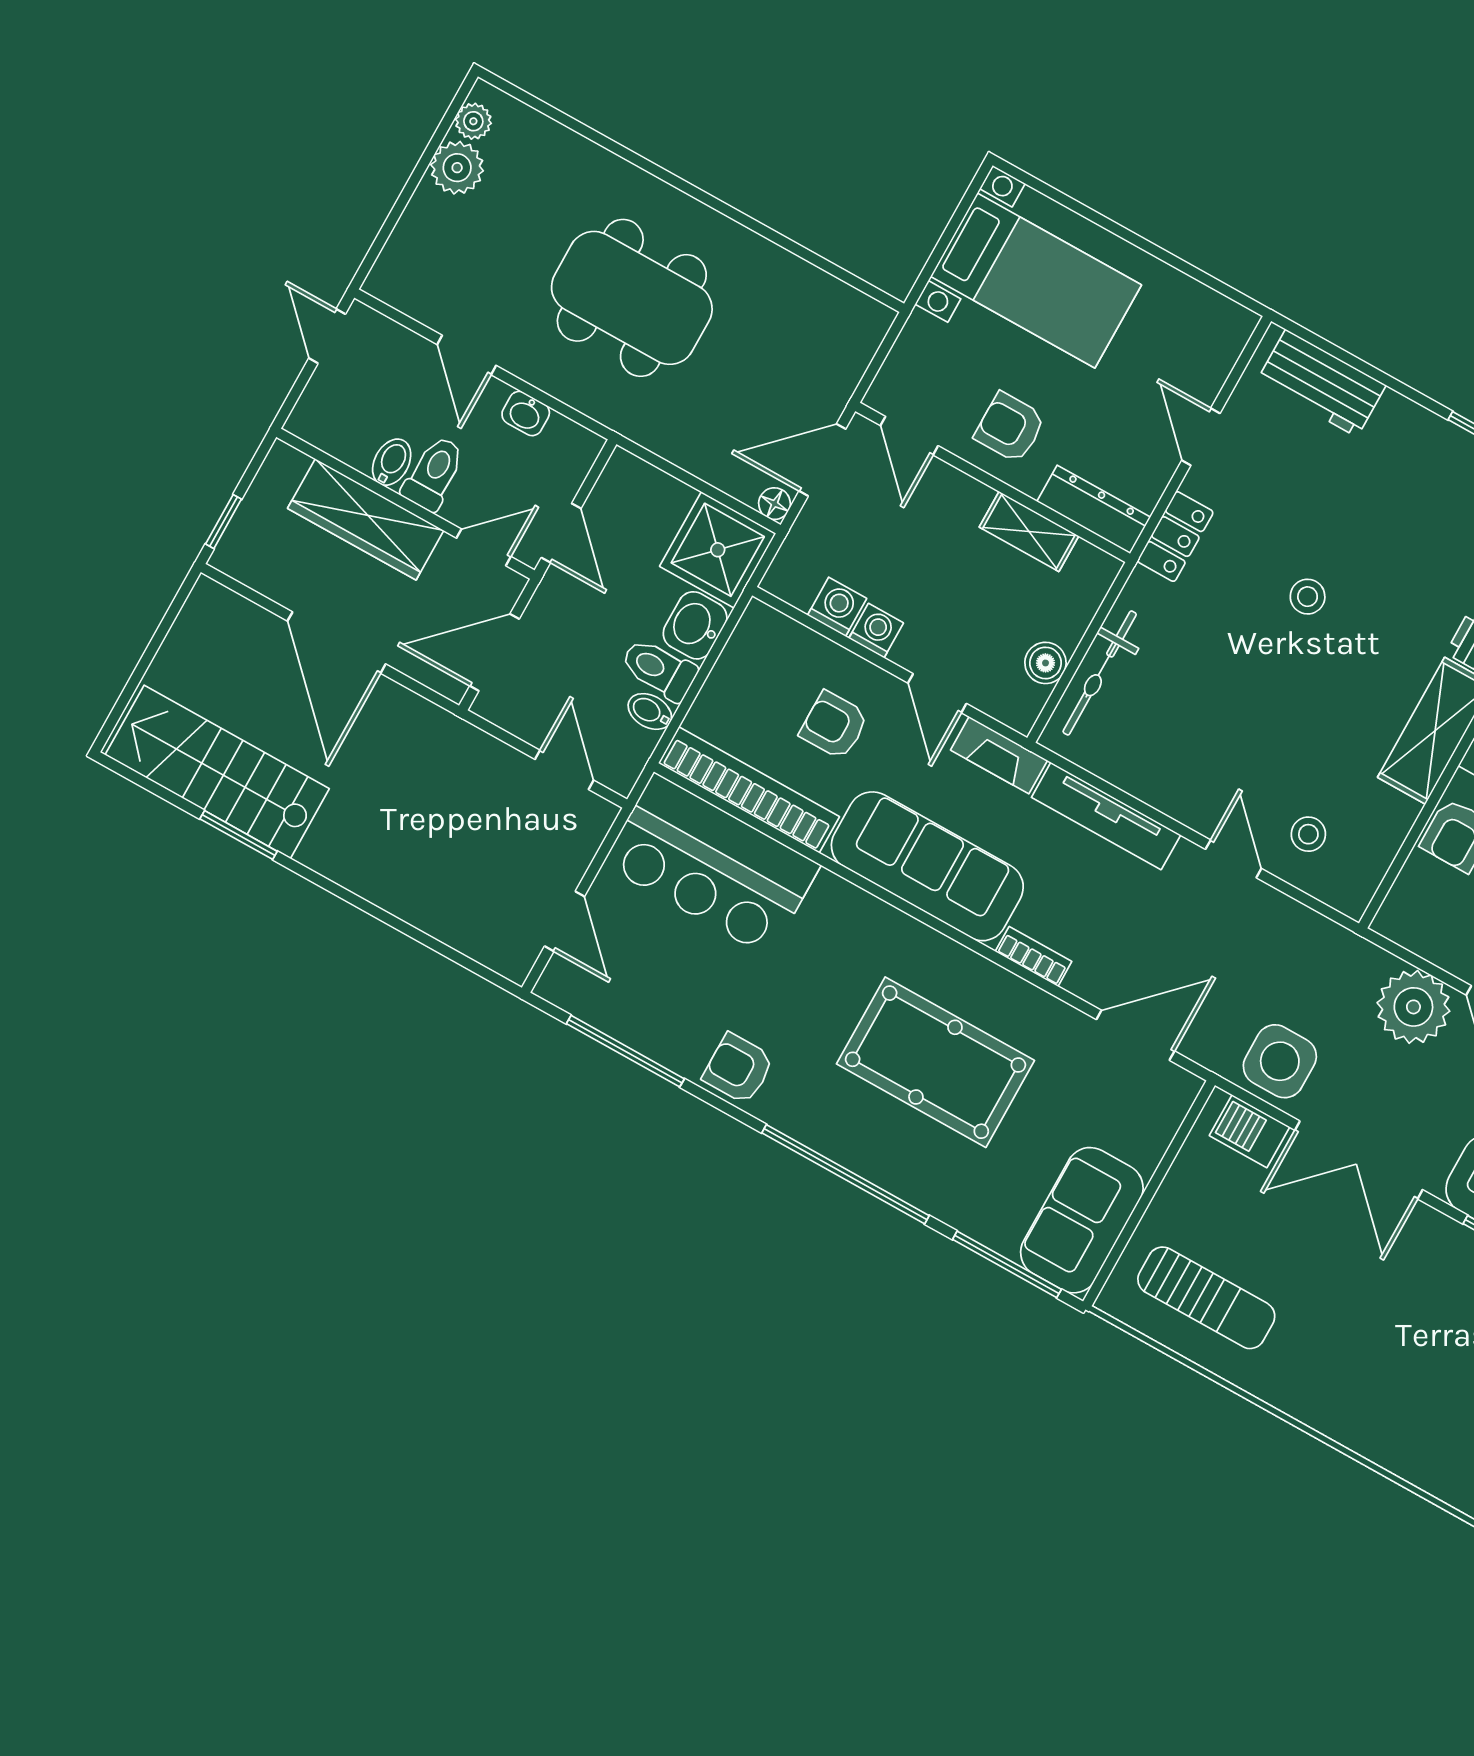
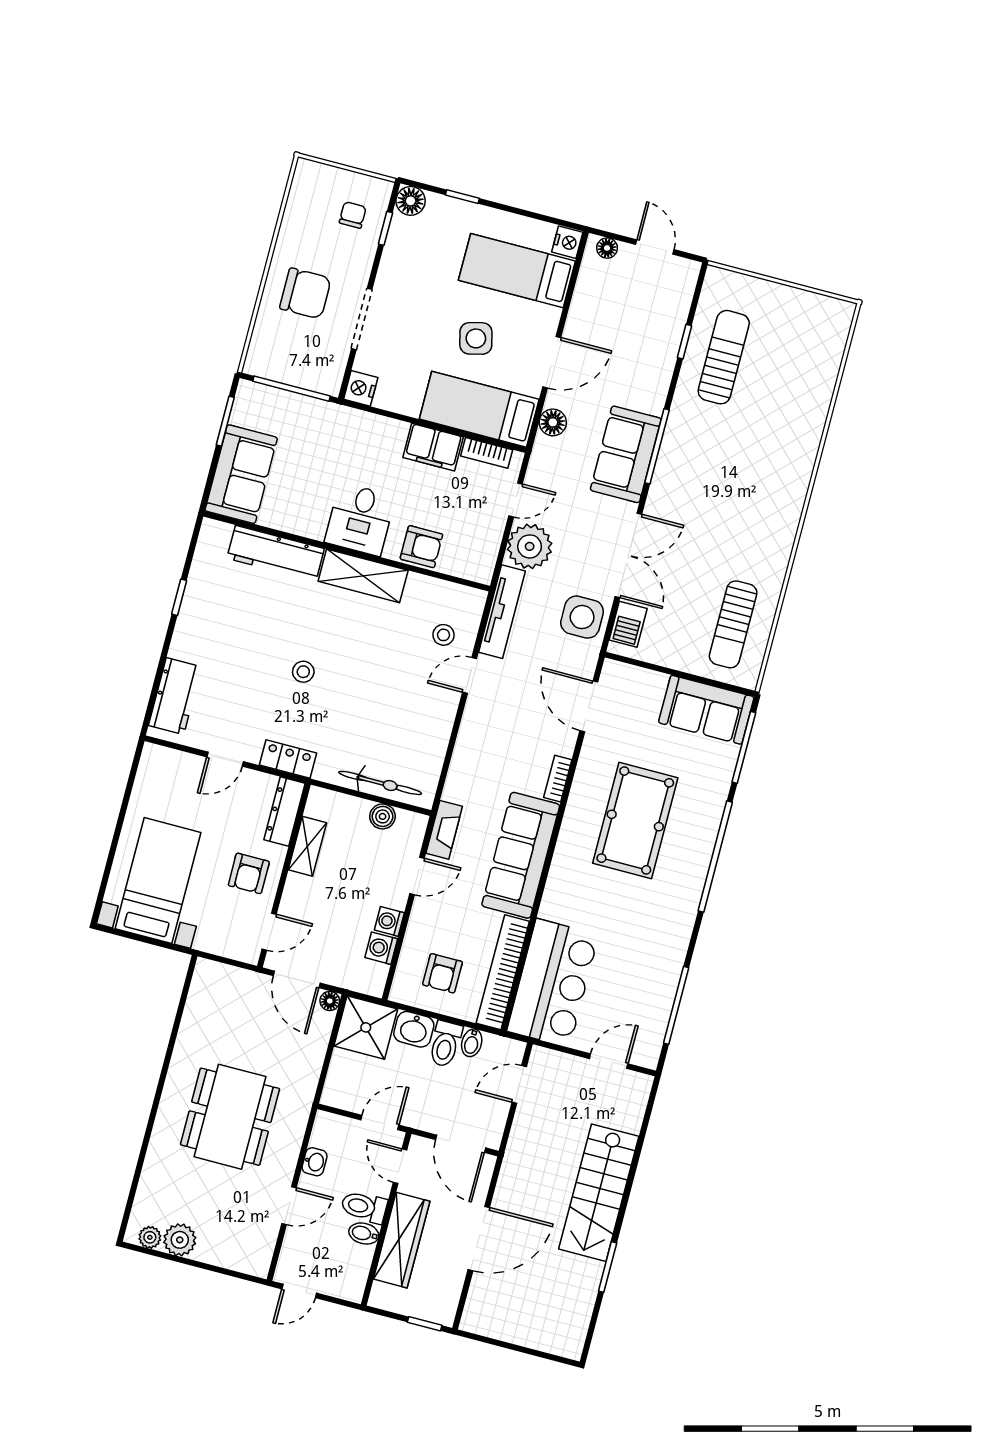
armchair: (834, 725) -> (442, 973), moved
stairs: (217, 772) -> (599, 1193), moved
tv unit: (1106, 816) -> (502, 612), moved
armchair: (738, 1069) -> (669, 936), removed
sun lounger: (1206, 1298) -> (733, 624), turned 180

